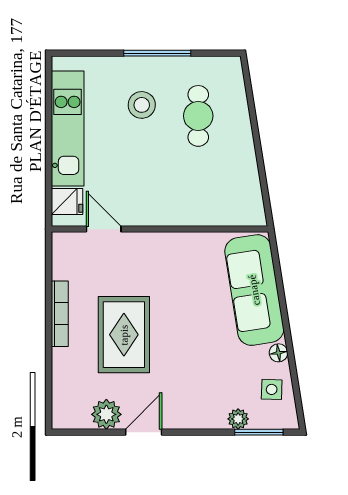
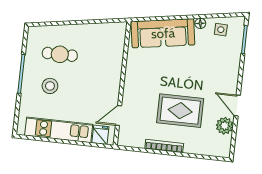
plant: (238, 419) -> (236, 51), removed

